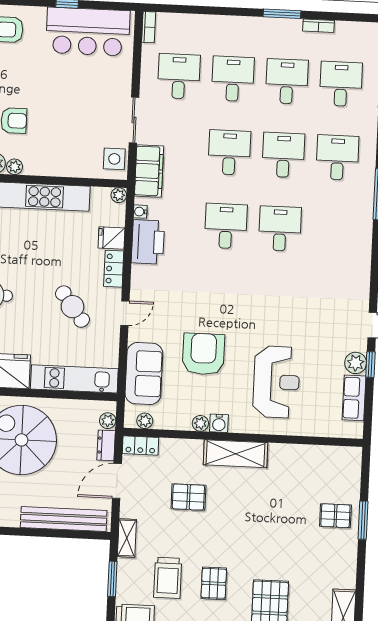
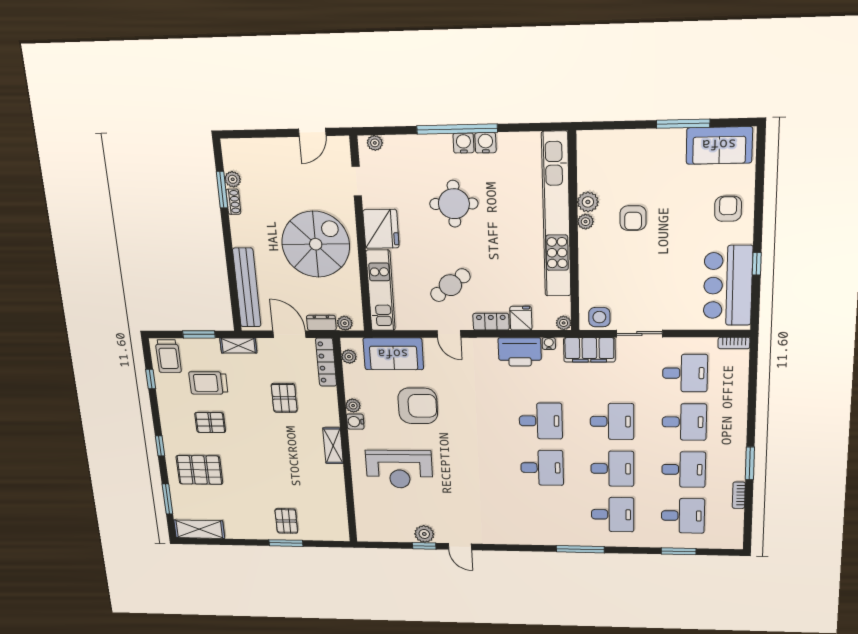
row of seats: (354, 398) -> (393, 533), removed
locker: (140, 446) -> (326, 362), width x1.53
shelving: (236, 454) -> (333, 446), width x0.67, depth x0.75

